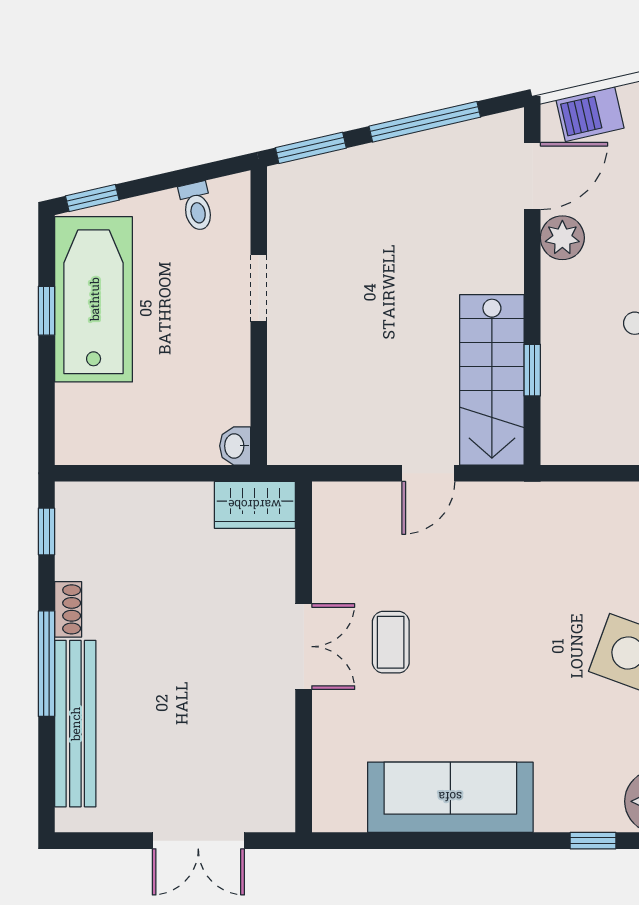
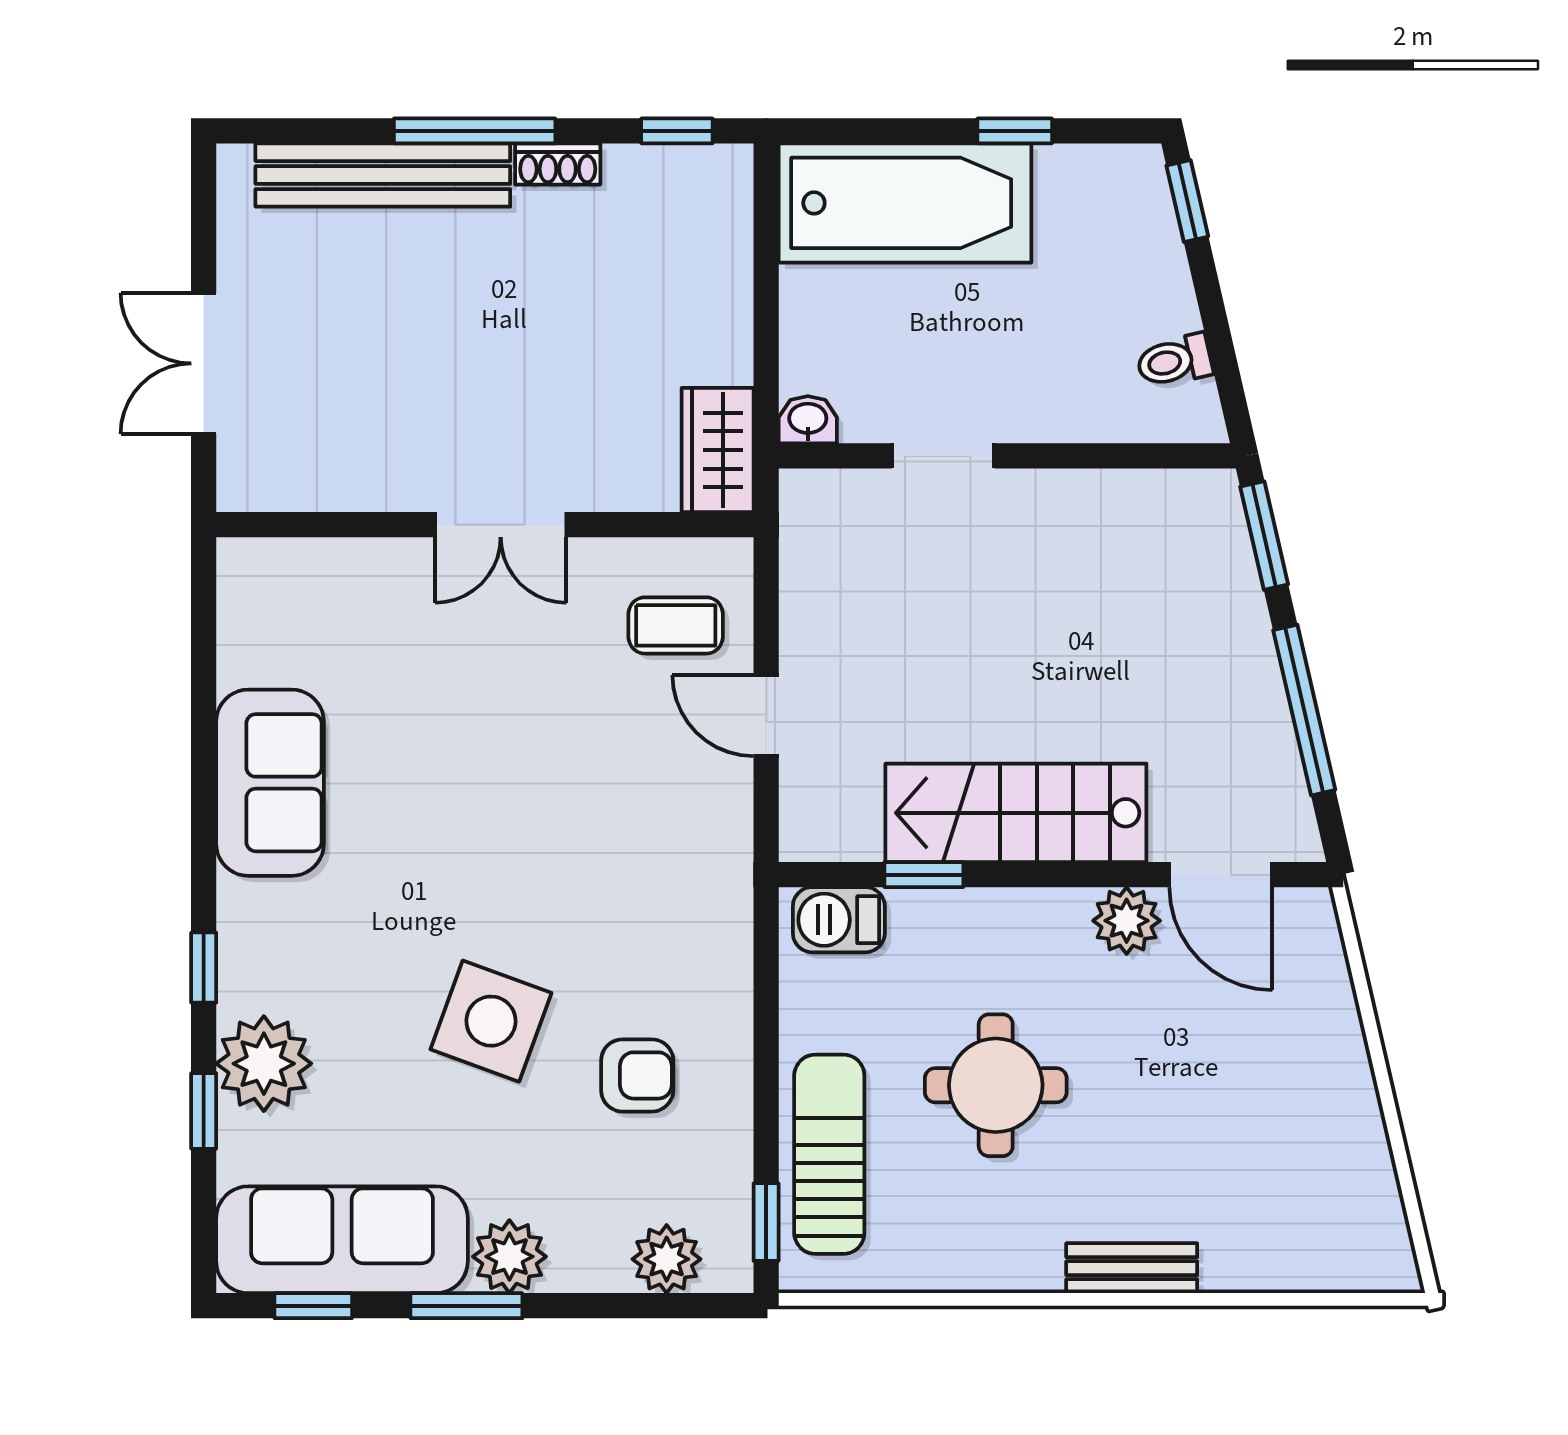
barbecue: (590, 114) -> (839, 920), moved, turned -77
doorway: (259, 288) -> (943, 456), moved
bathtub: (94, 299) -> (905, 203), moved
stairs: (492, 380) -> (1016, 813), moved
coffee table: (391, 642) -> (676, 625), moved
sofa: (450, 797) -> (270, 783), width x0.73

